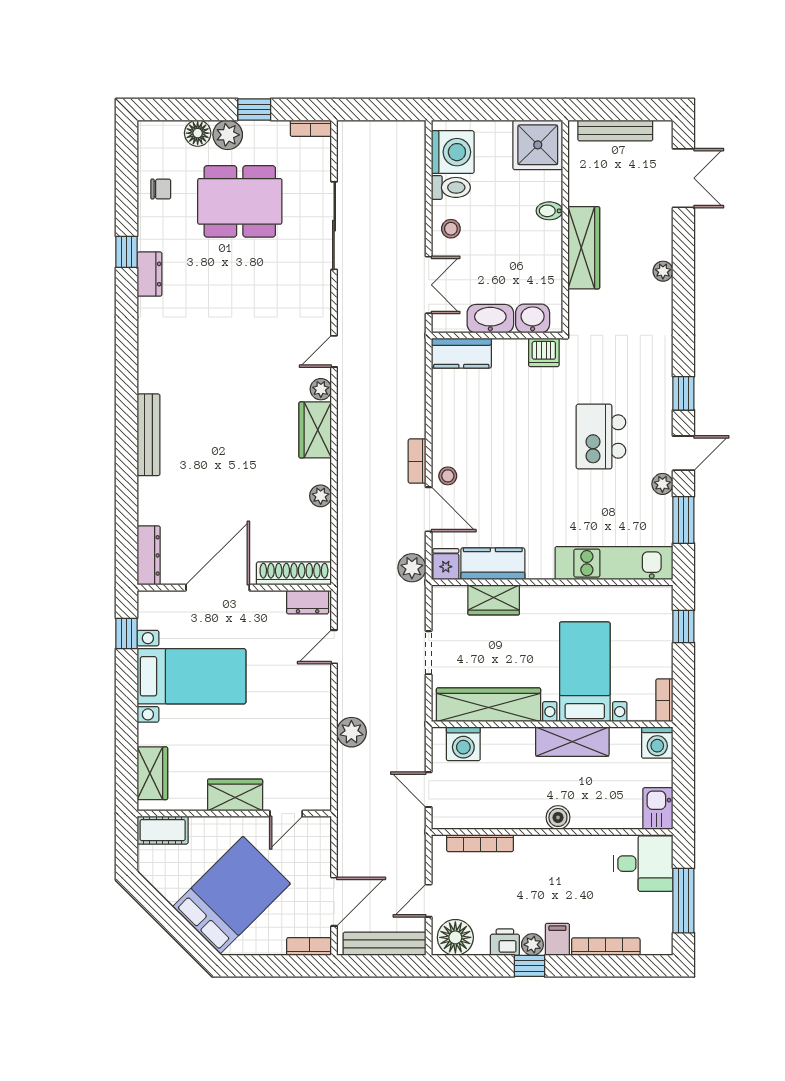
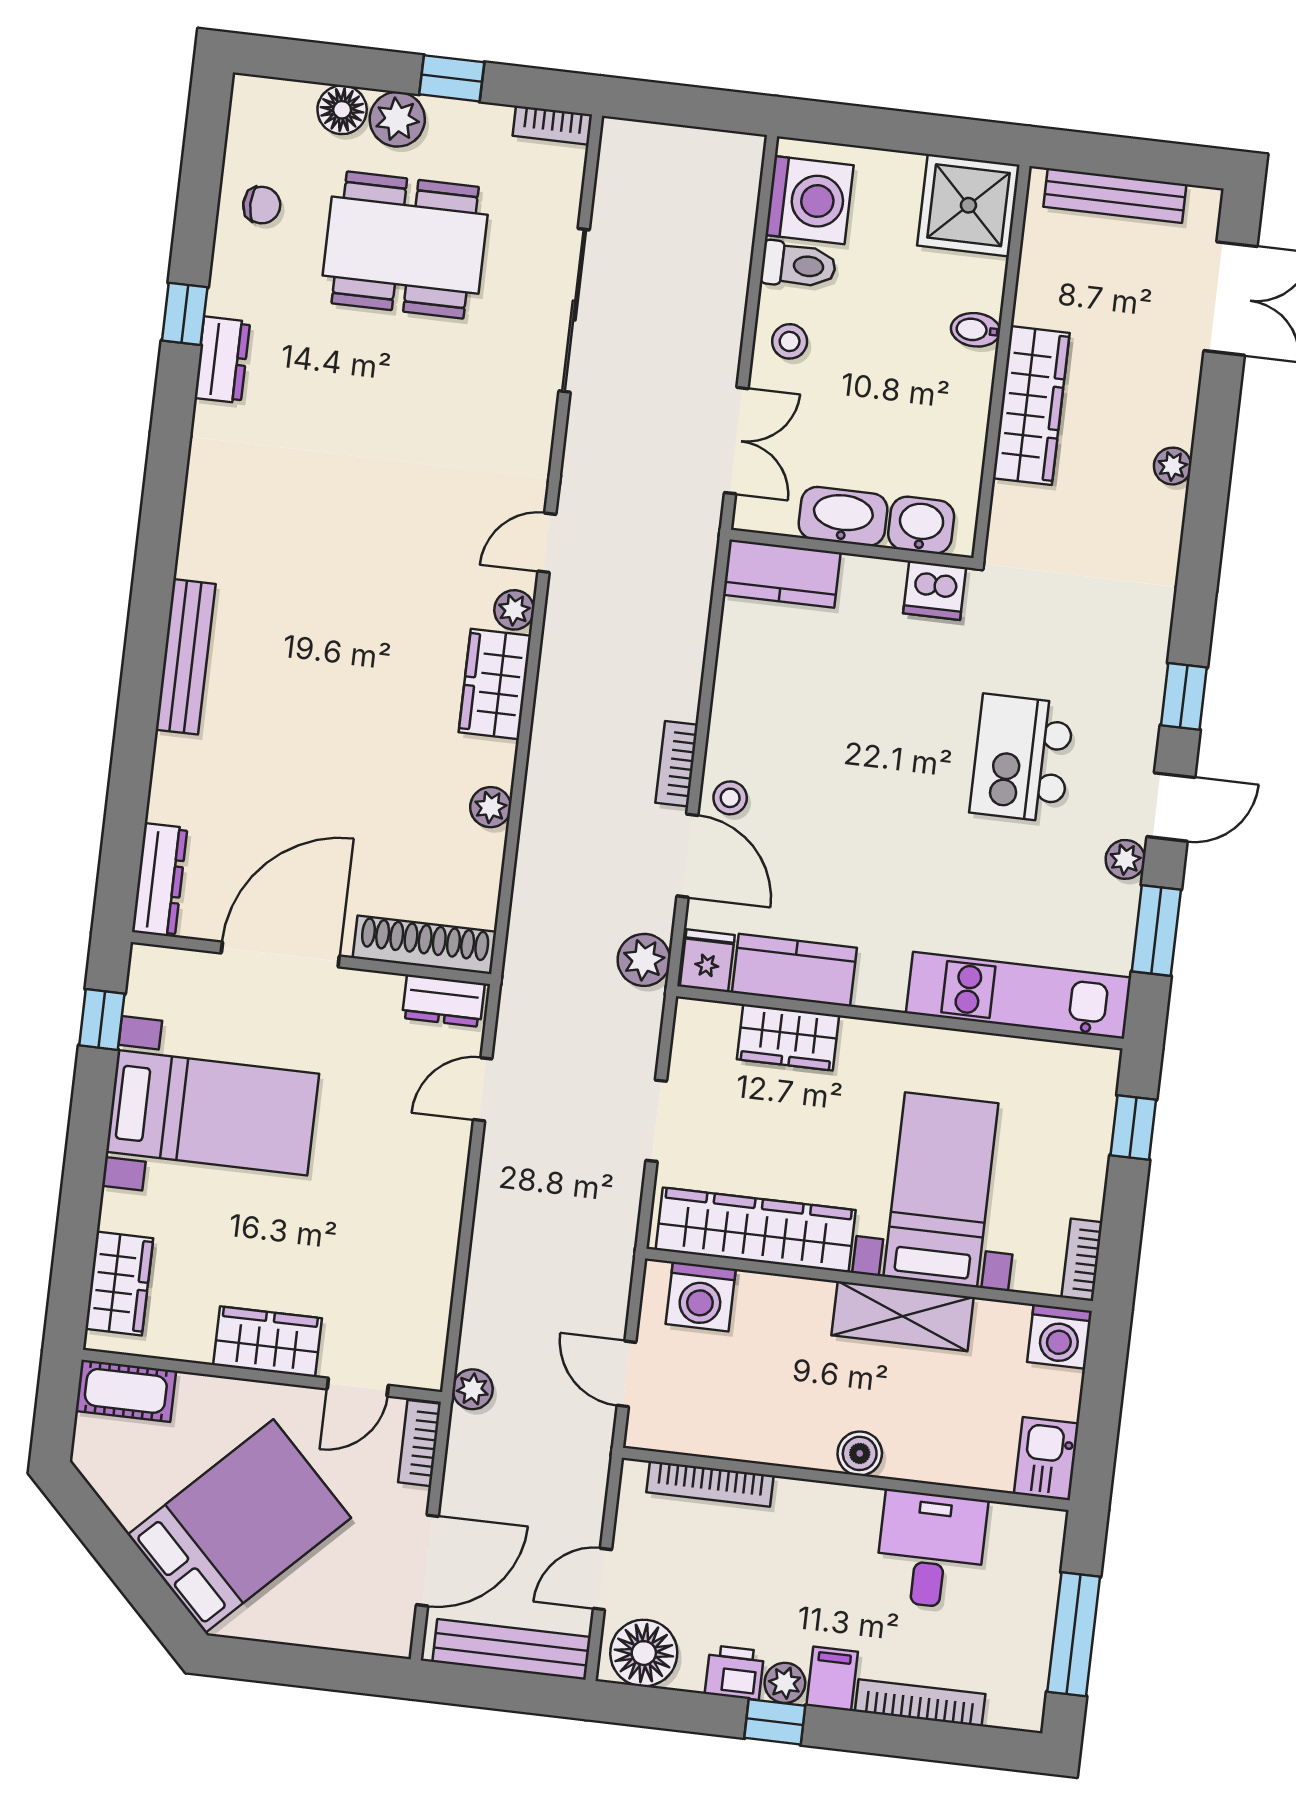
plant: (351, 732) -> (473, 1389), moved, width x0.73, depth x0.73
desk: (643, 864) -> (931, 1550), moved, turned -90
bookcase: (309, 946) -> (419, 1443), moved, turned -90

